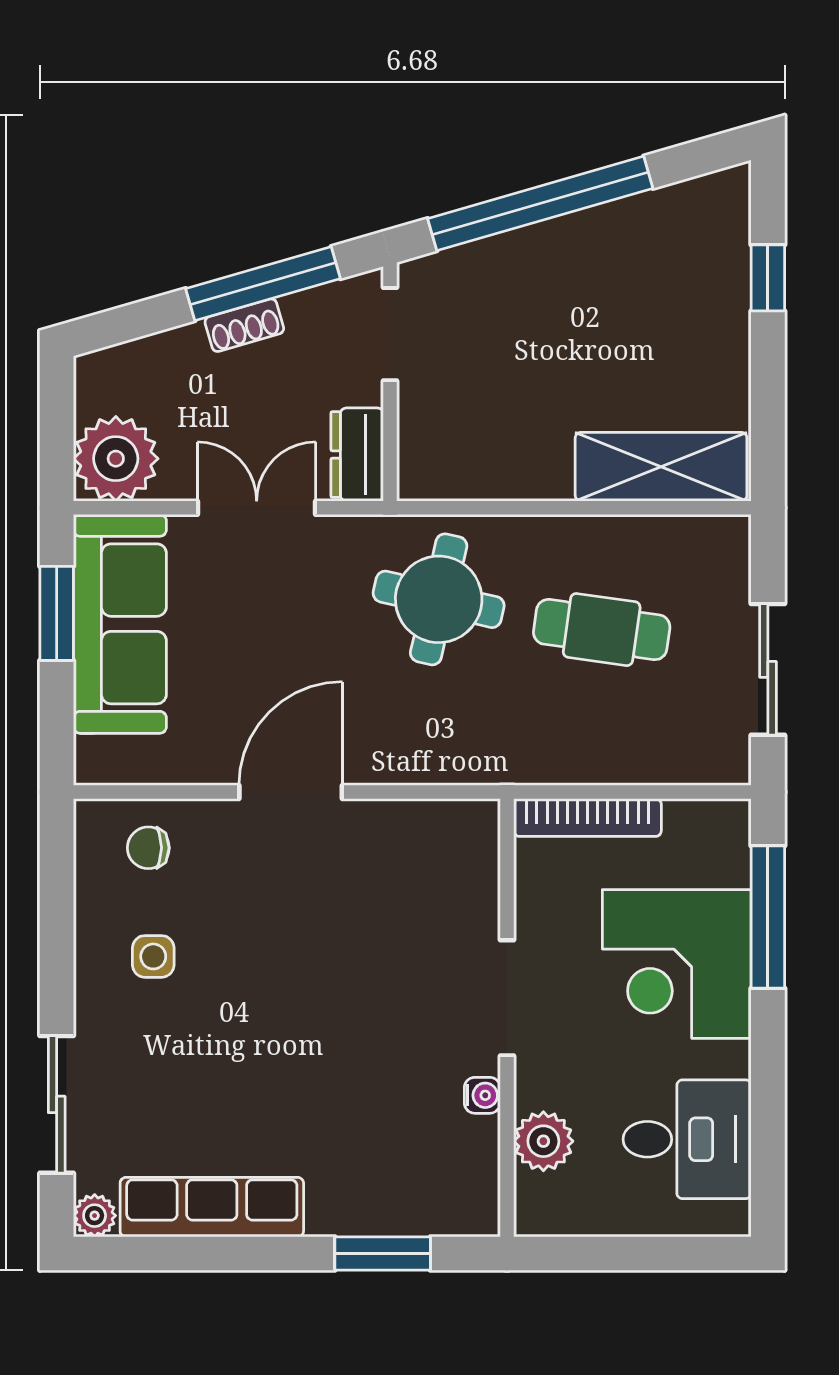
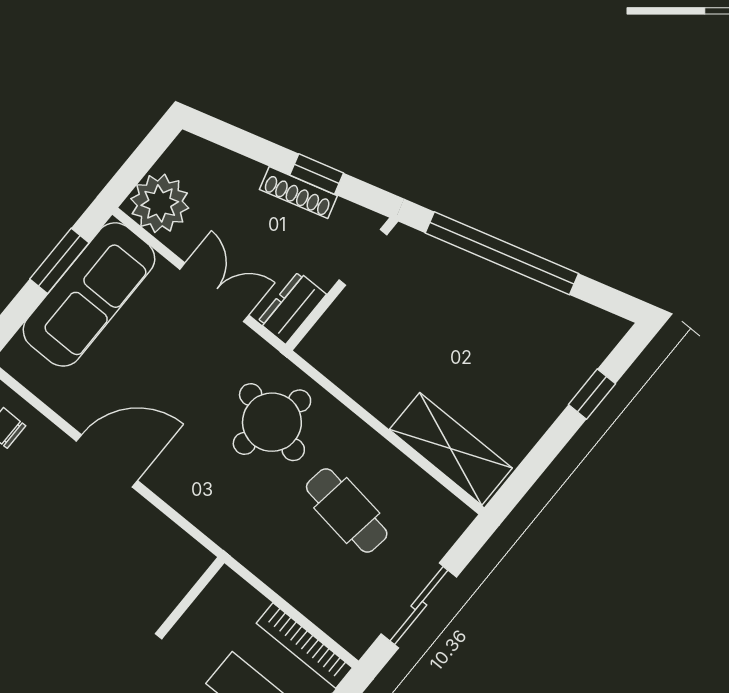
window: (263, 284) -> (317, 174), width x0.46
shoe rack: (244, 325) -> (298, 193), width x1.43
bookcase: (588, 818) -> (304, 646), moved

